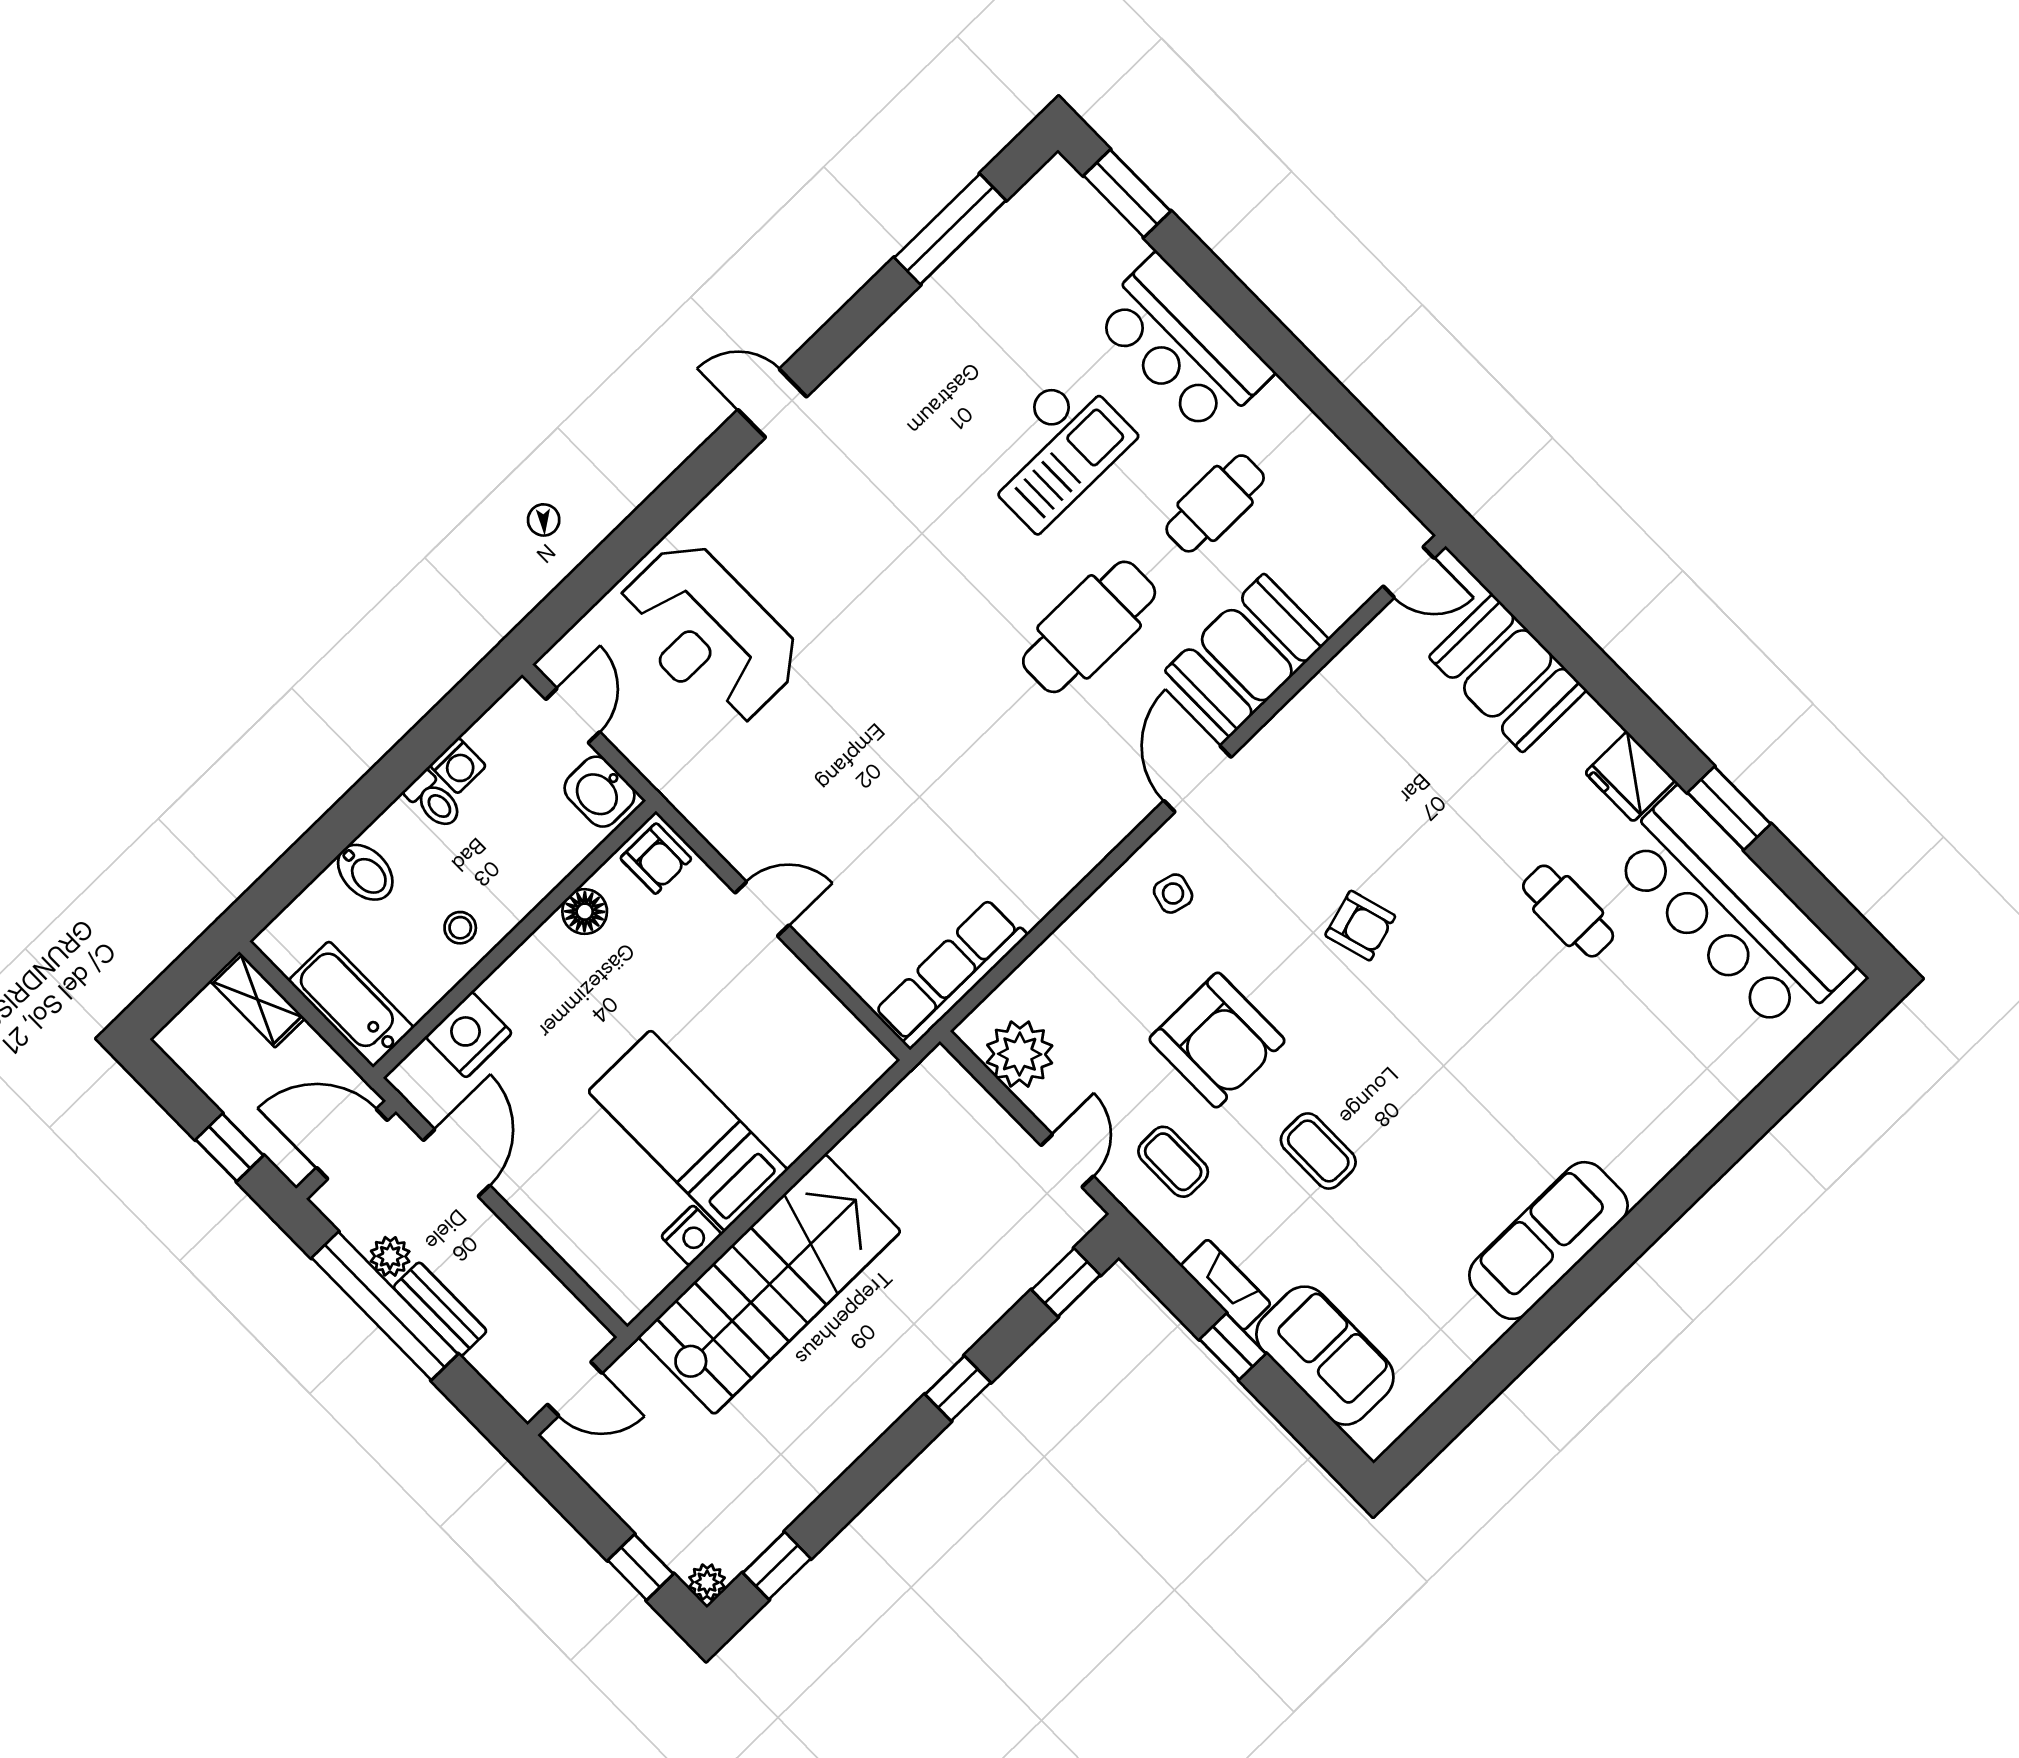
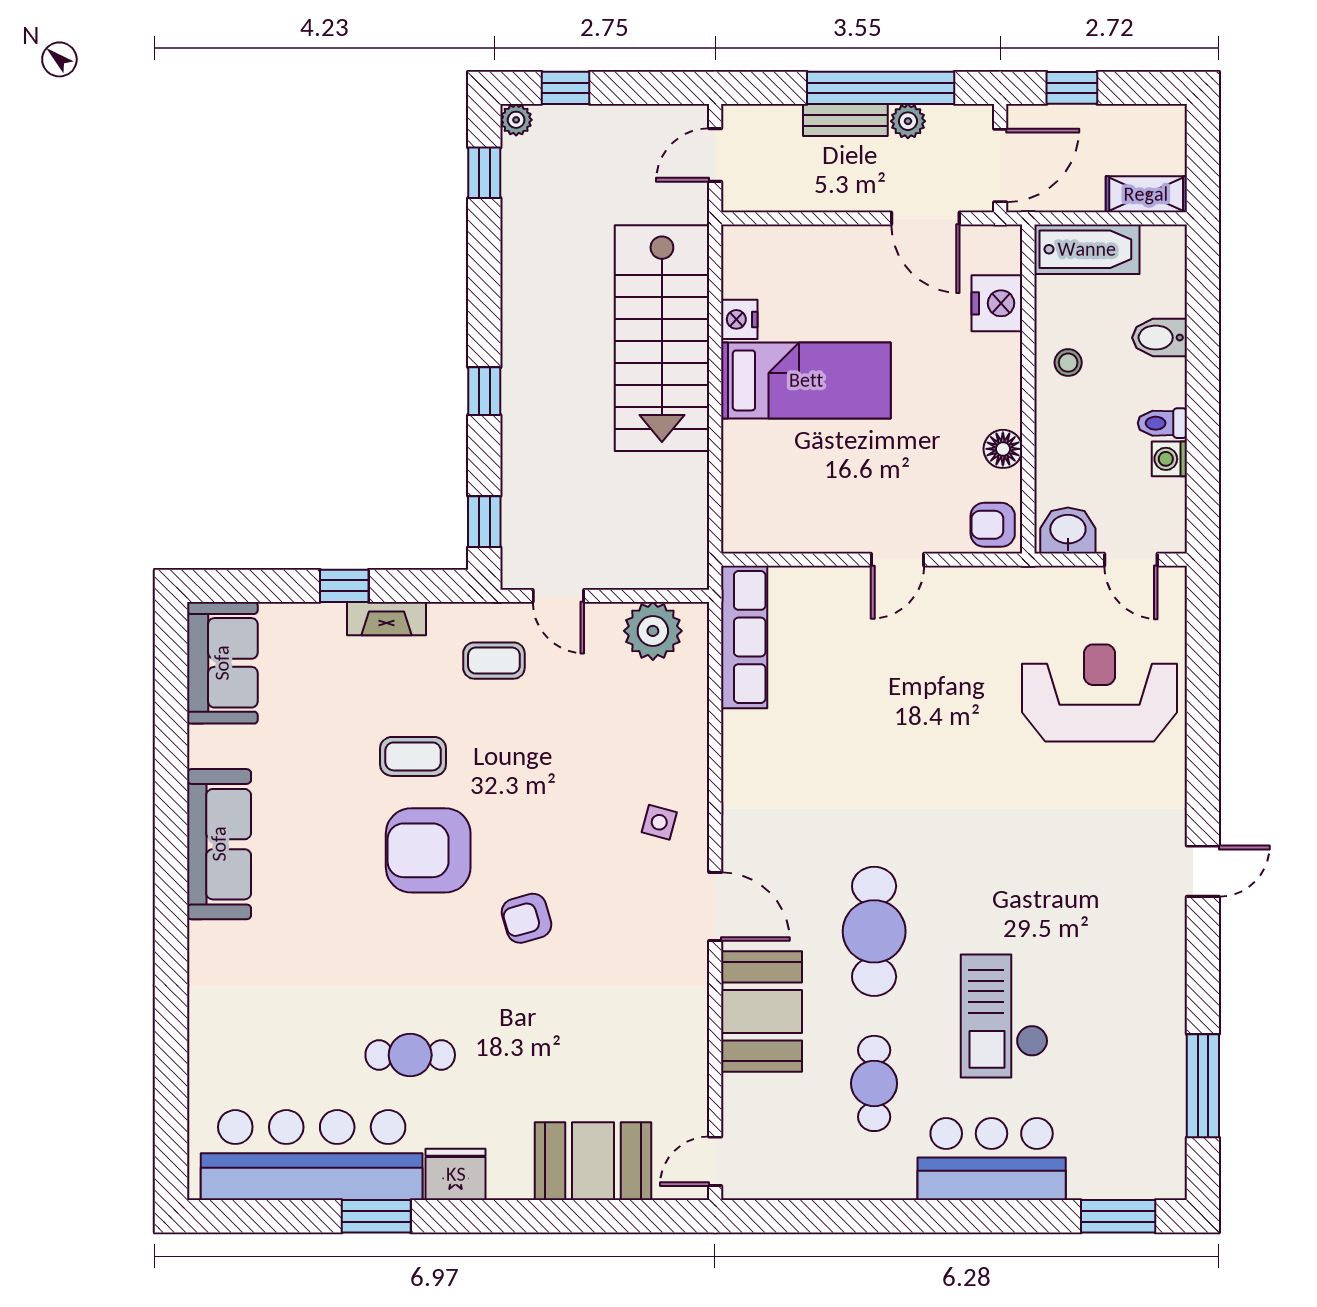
armchair: (1217, 1040) -> (428, 850), moved
sofa: (1325, 1356) -> (222, 663), moved, turned -90

